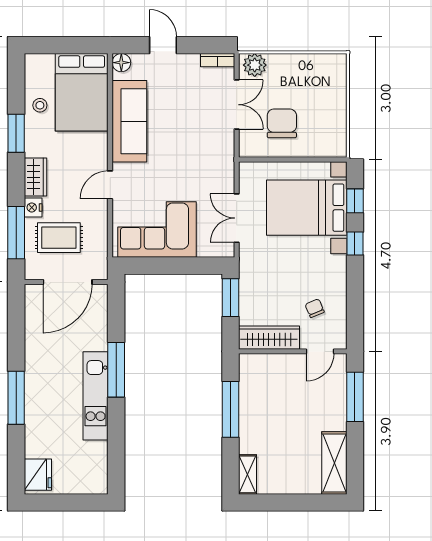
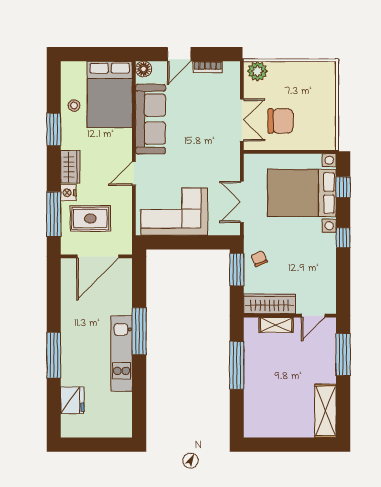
door: (163, 45) -> (179, 54), swing flipped
bookcase: (218, 60) -> (208, 67), moved
double door: (237, 105) -> (242, 120), moved
chair: (282, 123) -> (281, 121), turned 90
window: (355, 243) -> (343, 238), moved
chair: (315, 308) -> (259, 259), moved
shelving: (248, 474) -> (276, 325), moved, turned 90
fridge: (38, 475) -> (72, 400), moved

